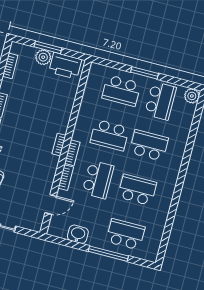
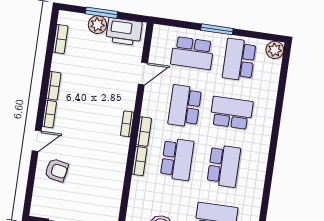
school desk: (160, 101) -> (239, 60), turned 180
school desk: (110, 135) -> (185, 106), turned 90
school desk: (137, 190) -> (224, 166), turned 90
door: (51, 204) -> (143, 73), moved

